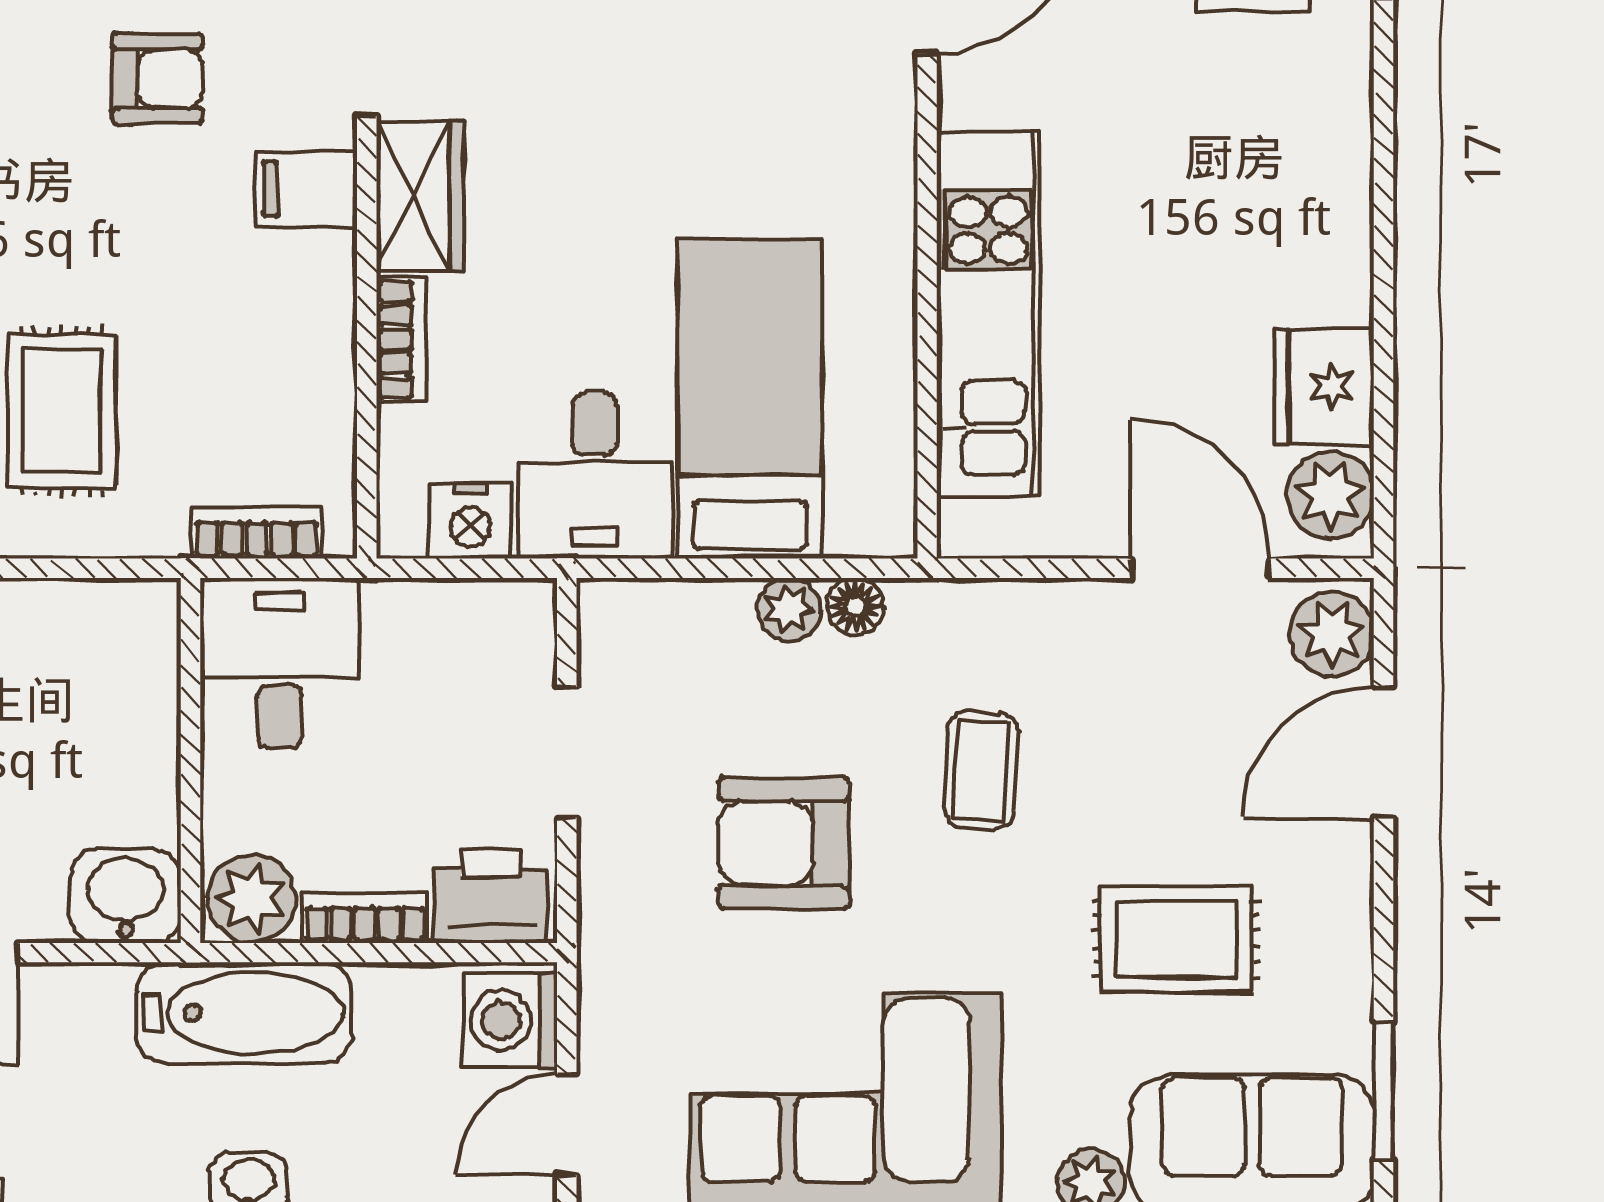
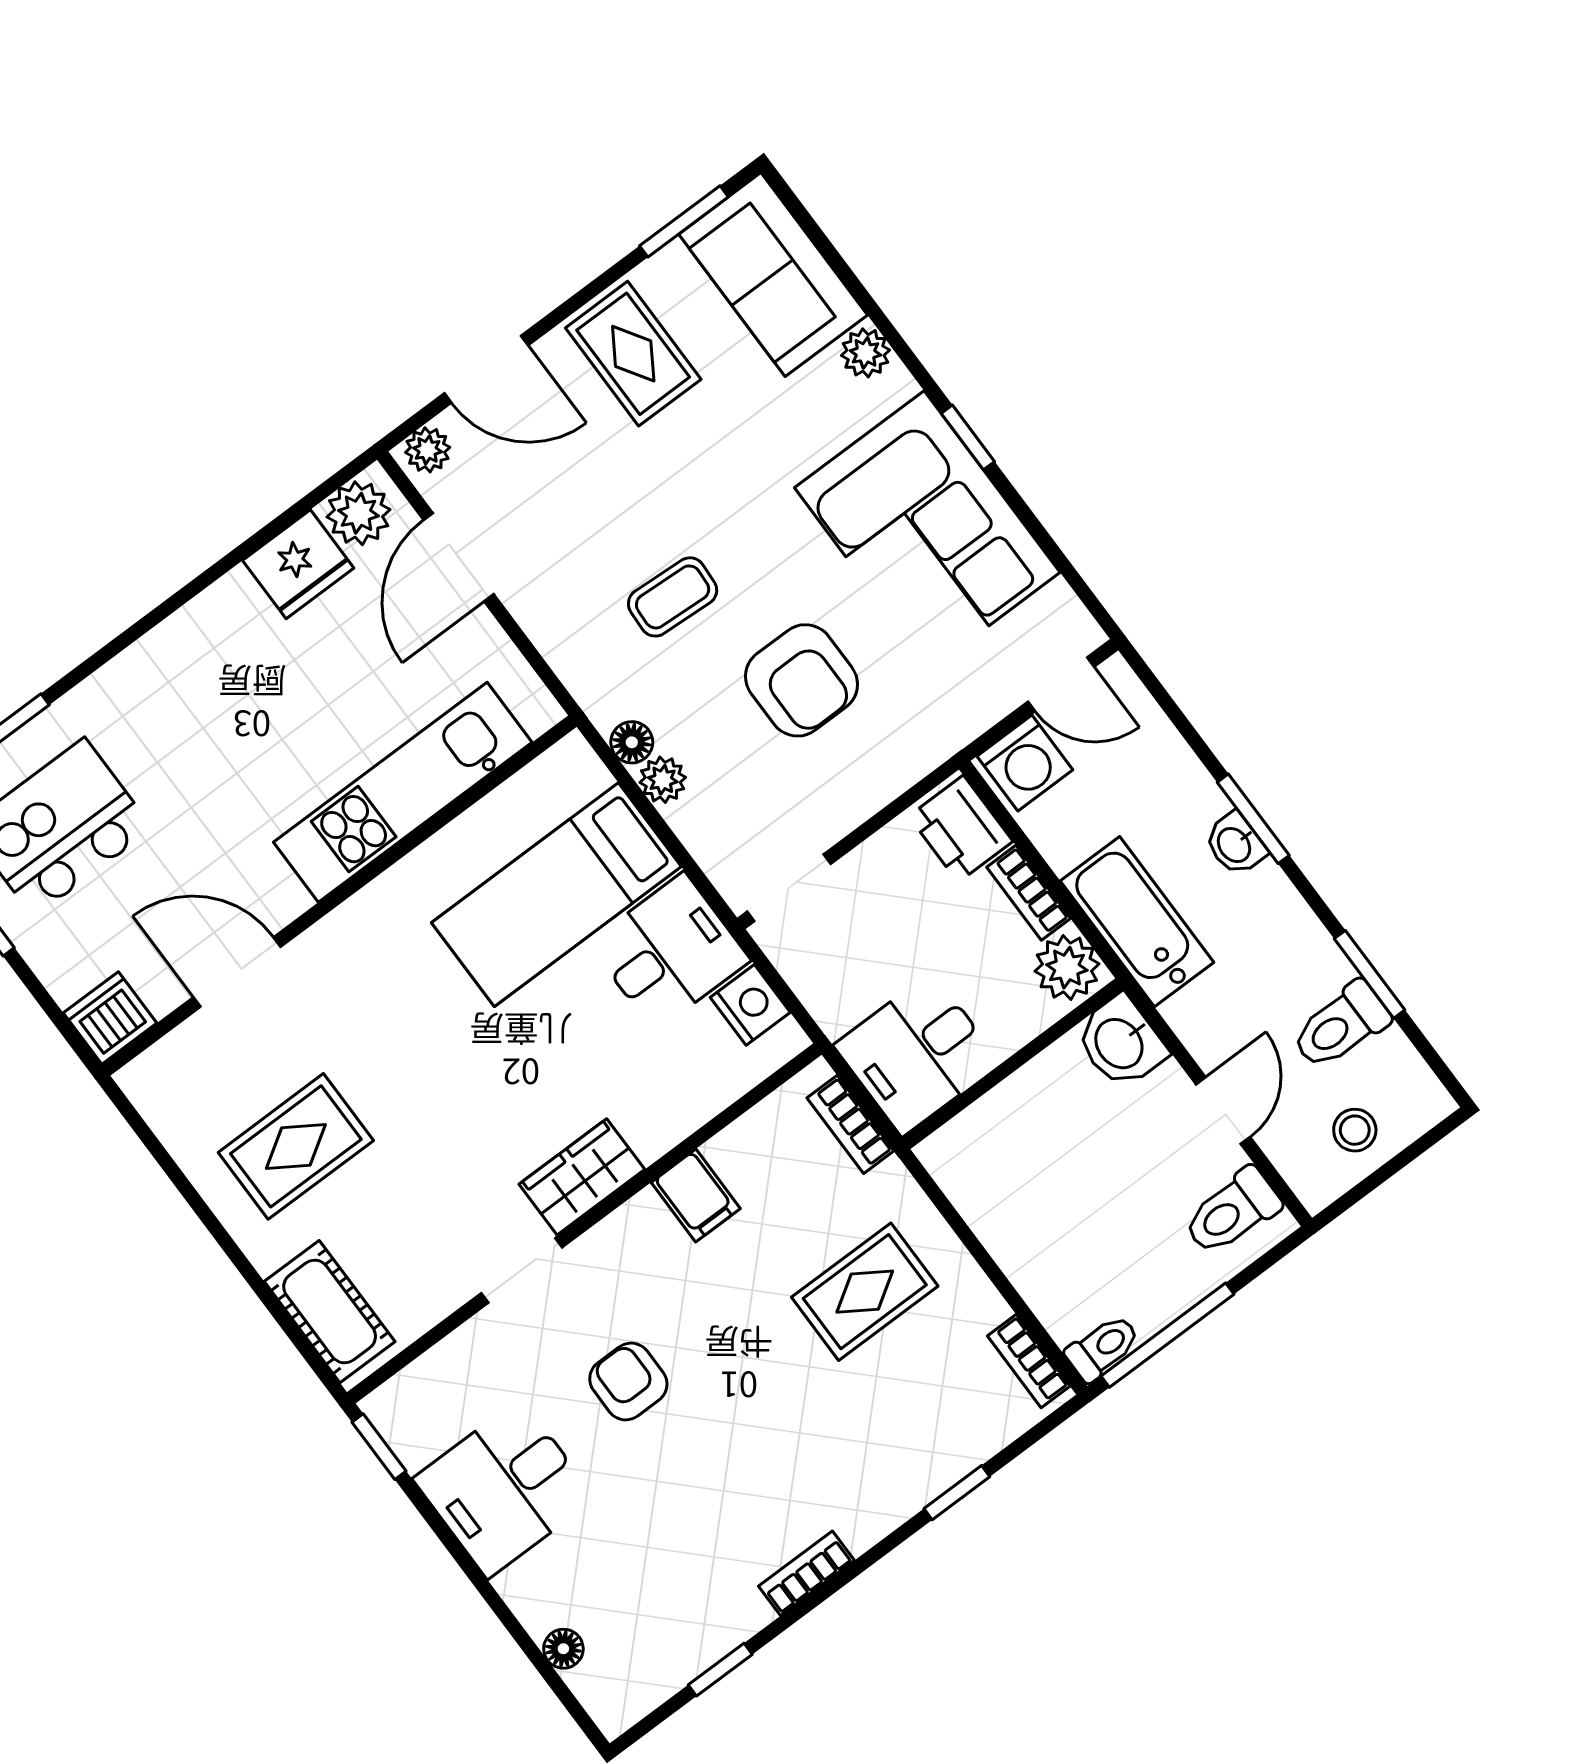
filing cabinet: (306, 189) -> (696, 1195), moved
bookcase: (401, 339) -> (674, 1125), removed
plant: (1332, 634) -> (428, 450), width x0.73, depth x0.73
doorway: (567, 752) -> (789, 888), moved
rug: (1176, 939) -> (633, 354), moved

